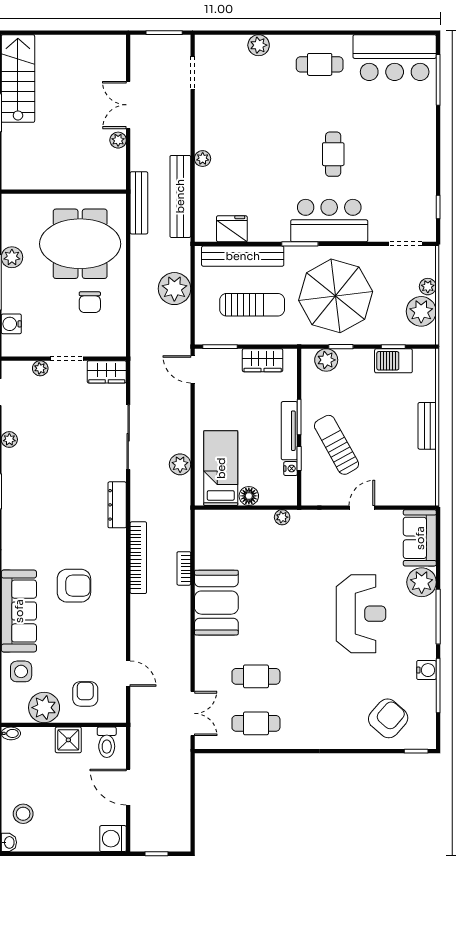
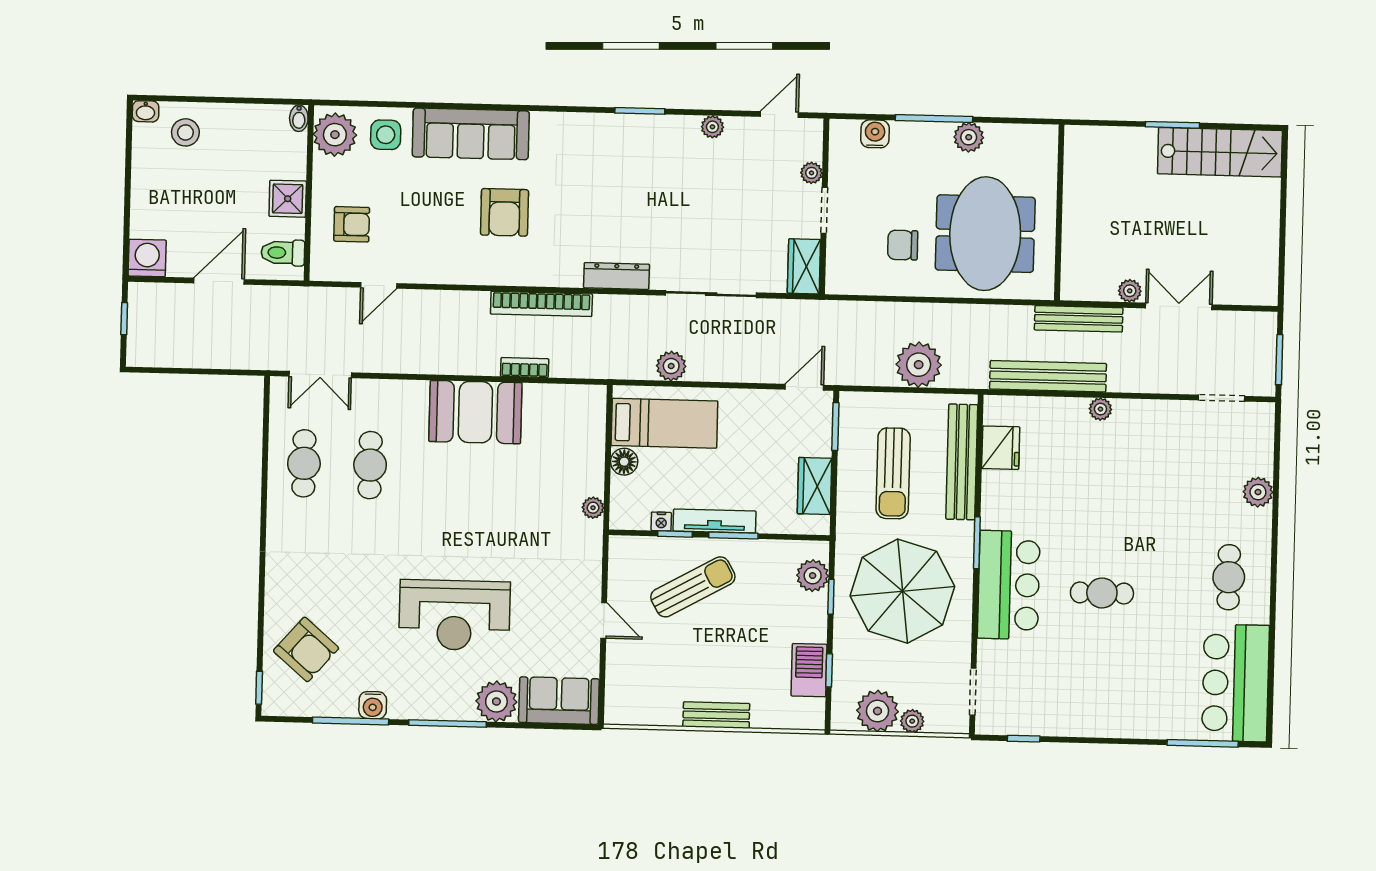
bench: (139, 203) -> (1079, 319), moved
plant: (44, 708) -> (335, 135), moved

